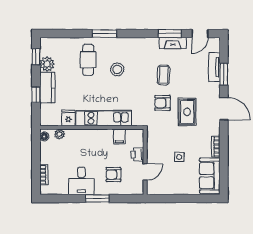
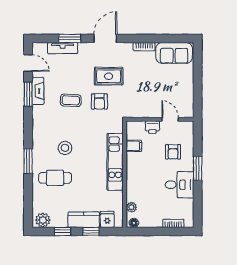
window: (36, 57) -> (63, 231), moved
plant: (47, 64) -> (43, 220), moved
fridge: (68, 118) -> (107, 219), moved, turned 90
side table: (179, 157) -> (155, 84), removed

